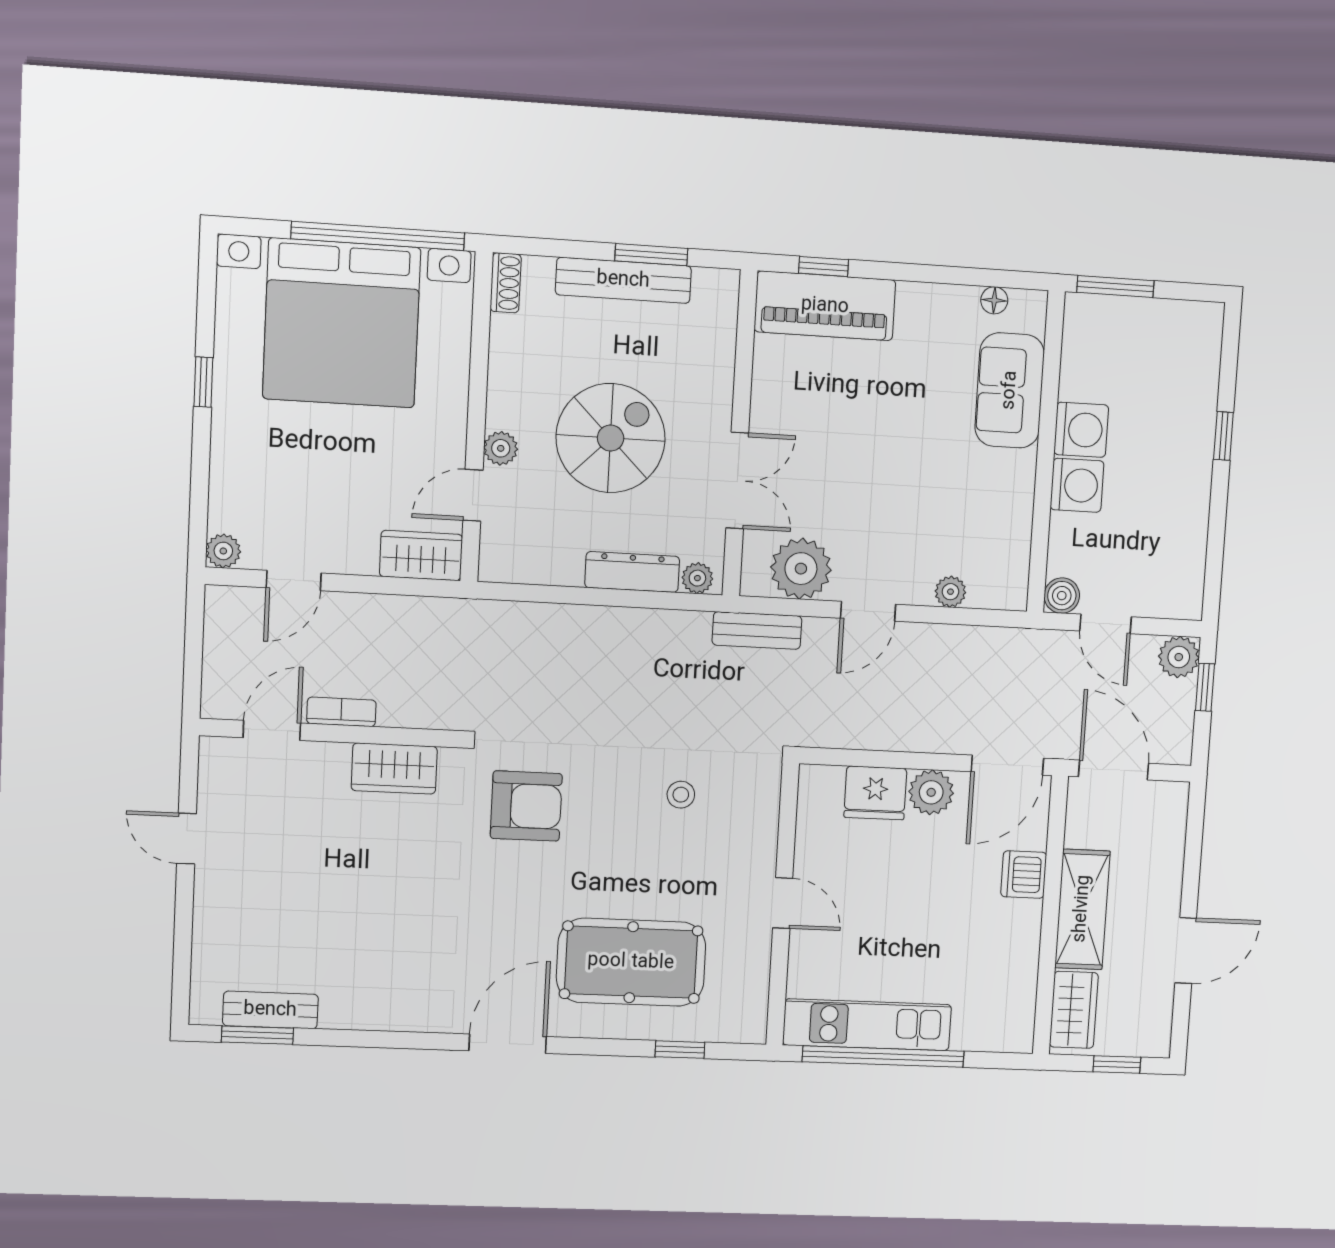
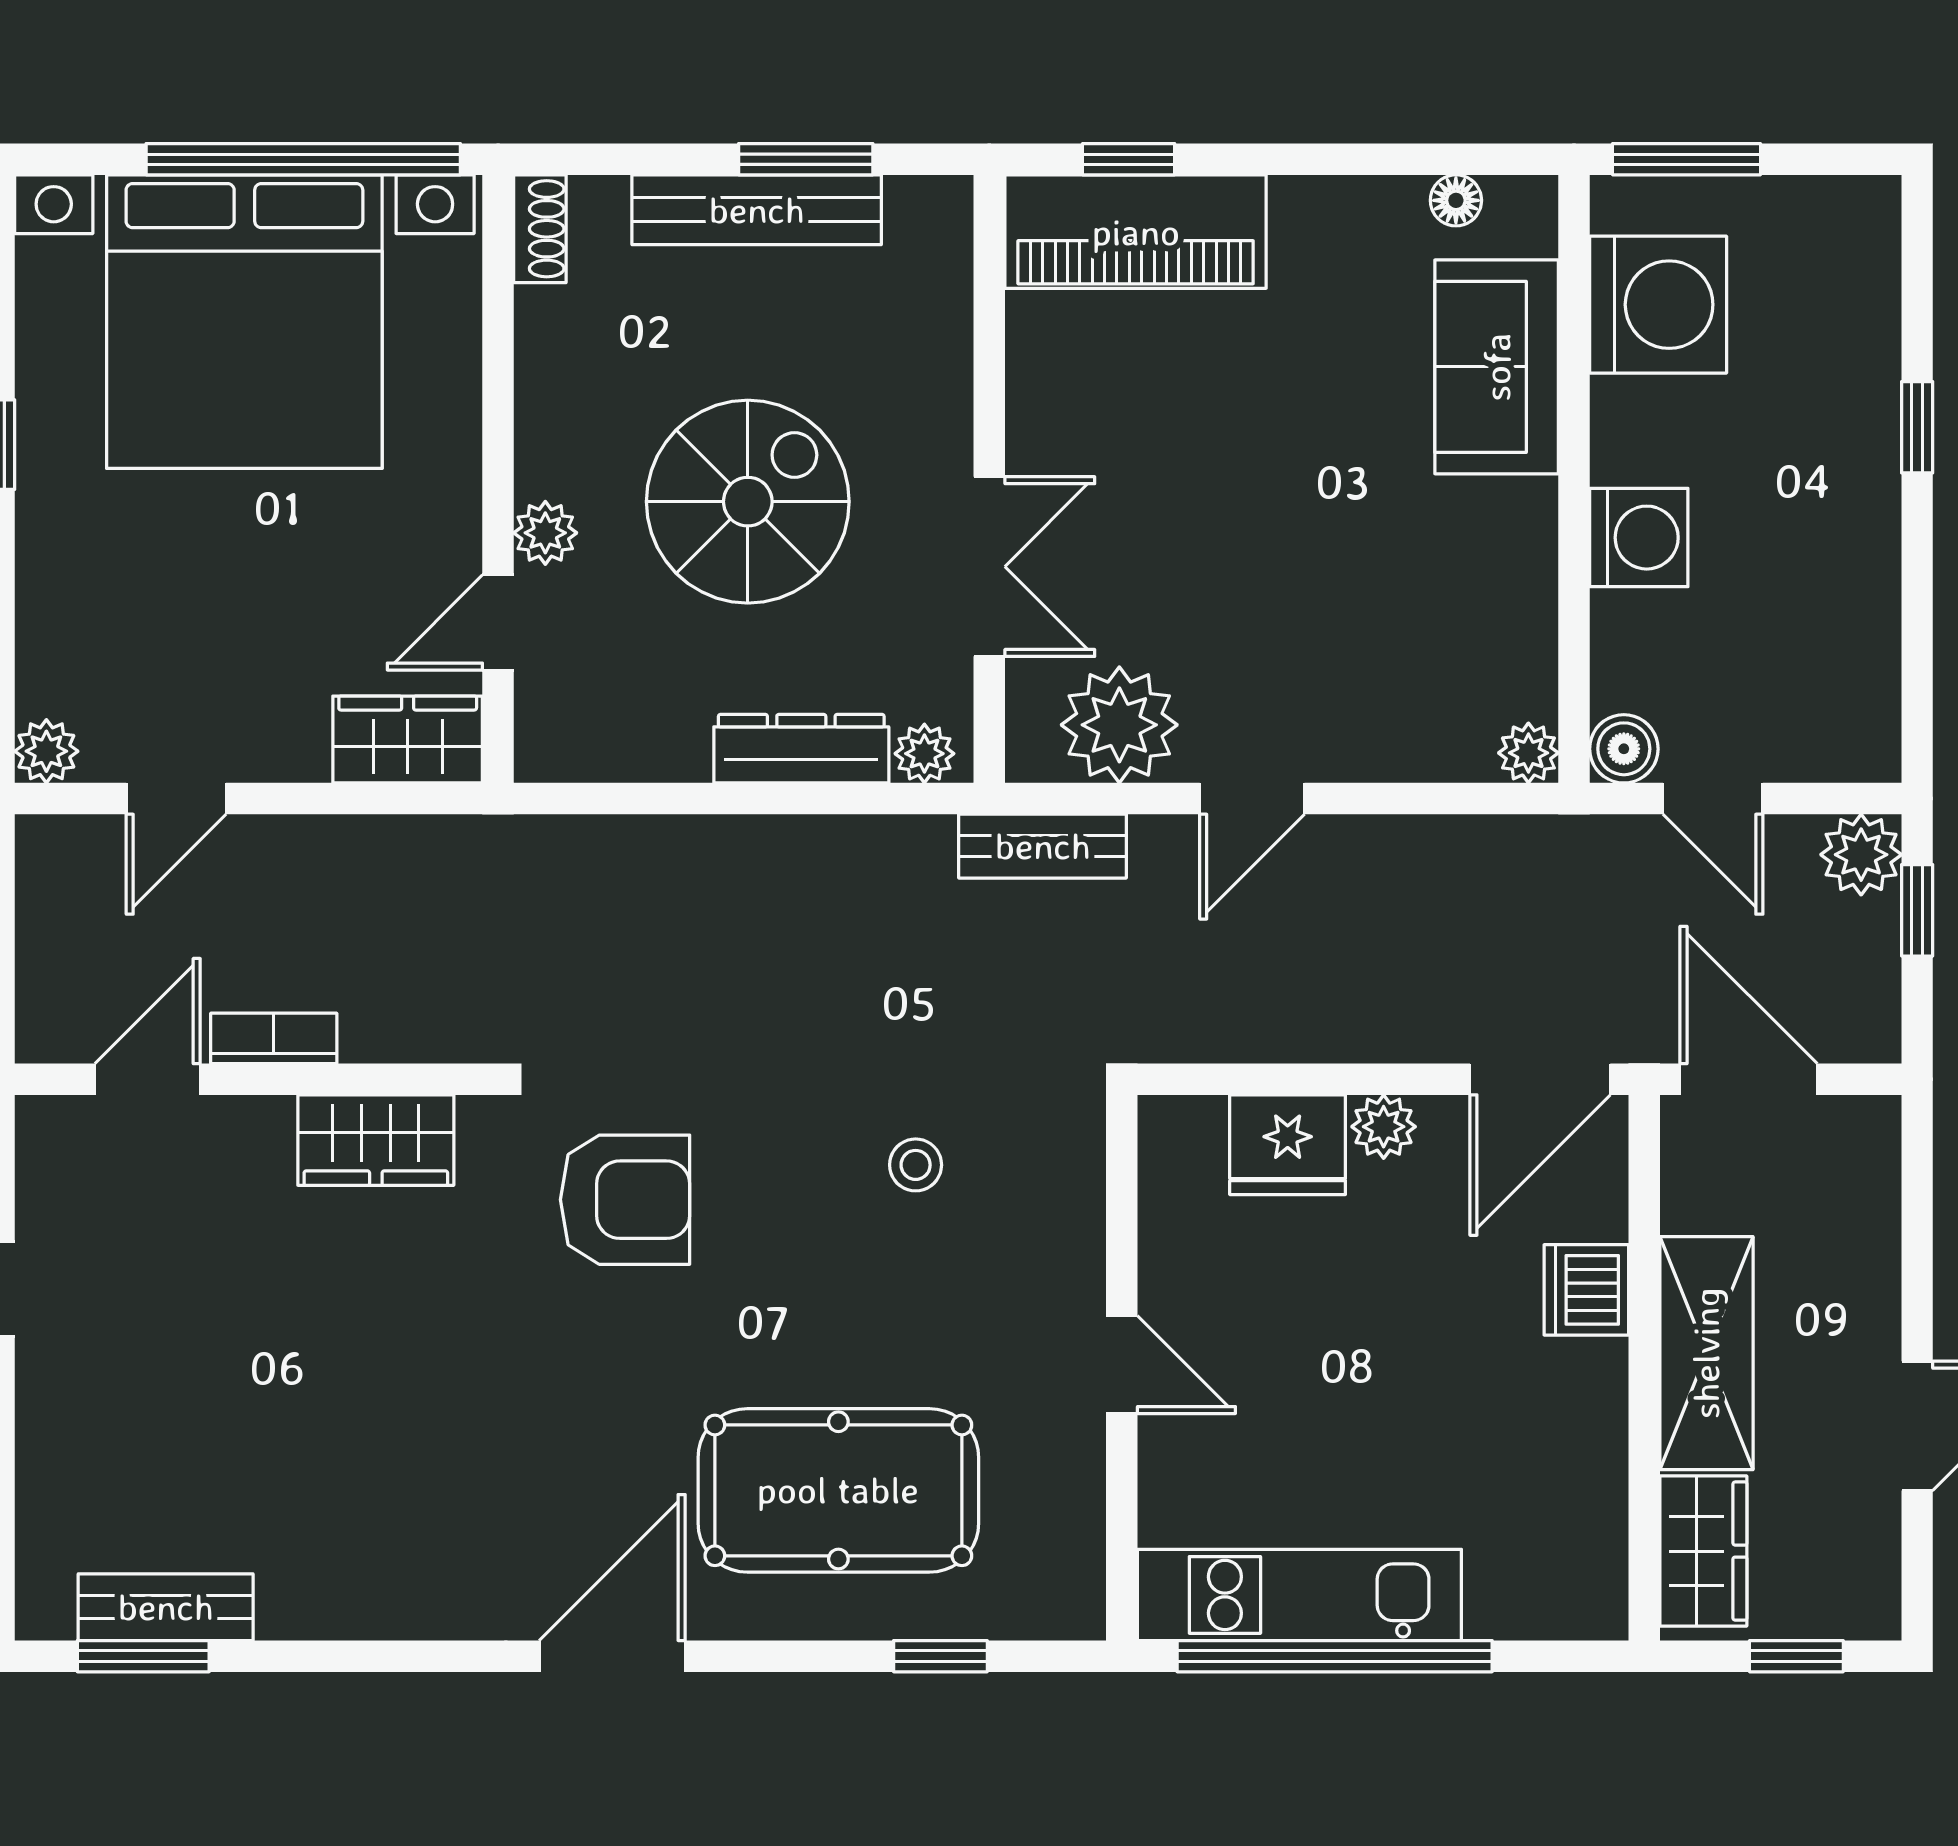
washing machine: (1081, 430) -> (1658, 305), moved, width x1.37, depth x1.37
plant: (950, 592) -> (1528, 753), moved
plant: (931, 792) -> (1384, 1127), width x0.73, depth x0.73

